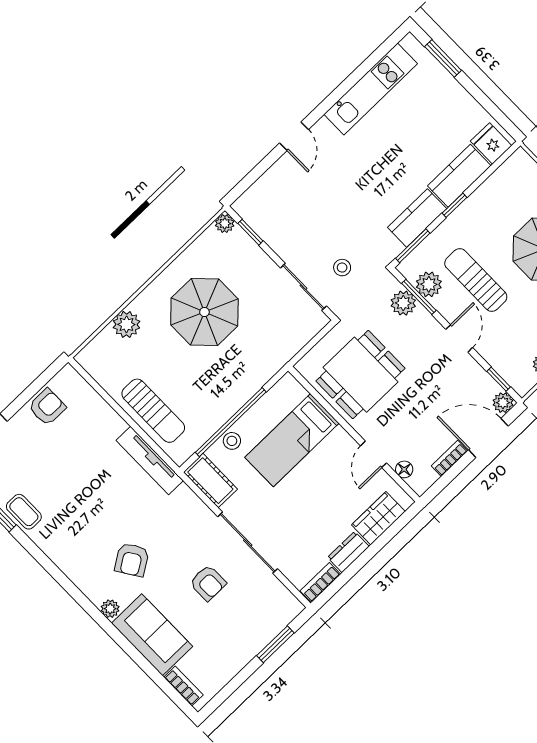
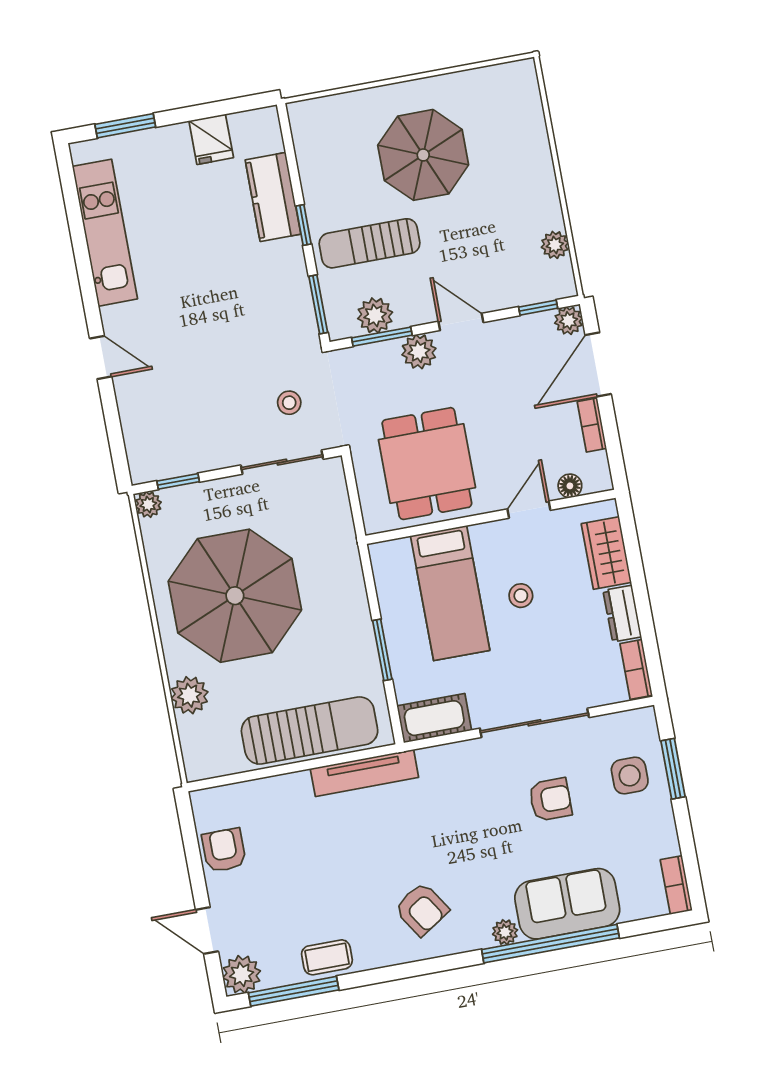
fridge: (491, 143) -> (211, 139), moved, turned -90
kitchen counter: (417, 218) -> (290, 278), removed
sun lounger: (476, 280) -> (370, 243), moved
plant: (403, 303) -> (419, 352), moved
parasol: (204, 312) -> (235, 596), width x1.36, depth x1.36
sun lounger: (153, 411) -> (310, 731), width x1.36, depth x1.34
window: (231, 422) -> (382, 650), width x0.47
stool: (232, 441) -> (521, 596), moved
door: (374, 454) -> (529, 510), swing flipped
armchair: (132, 560) -> (422, 909), moved
side table: (254, 621) -> (630, 776), added
window: (121, 641) -> (550, 944), added
bookcase: (183, 686) -> (676, 885), moved, turned -90

